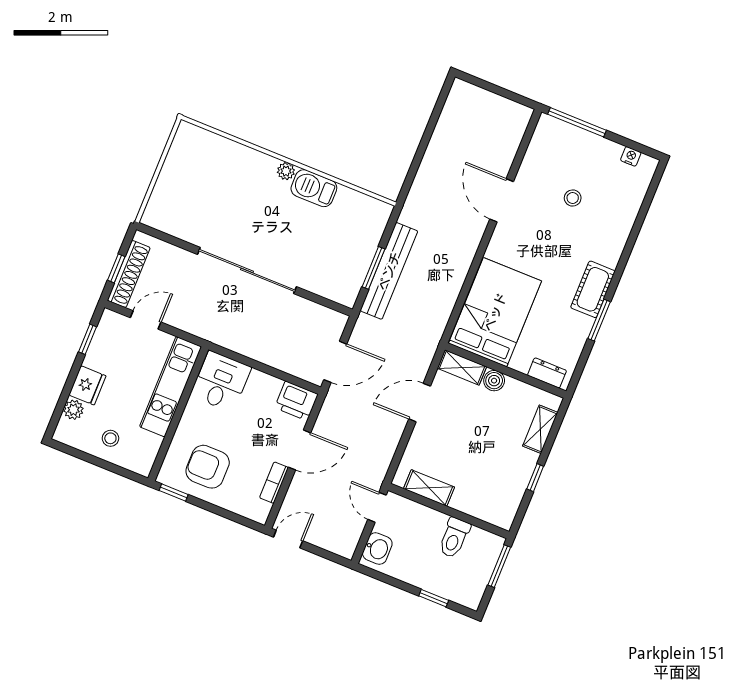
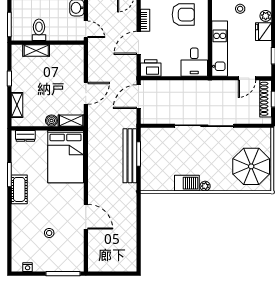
parasol: (197, 173) -> (251, 166), added
shelving: (429, 488) -> (36, 51), moved

